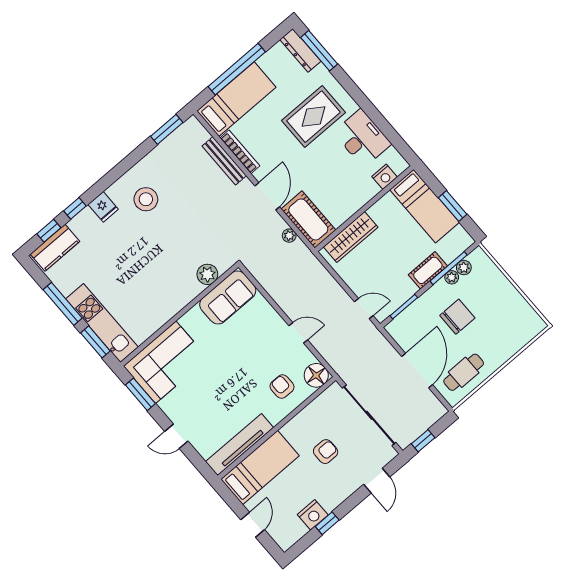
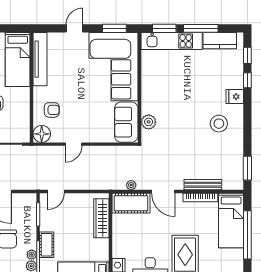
kitchen counter: (55, 248) -> (220, 41), moved, turned -90
corner sofa: (166, 362) -> (114, 67), width x1.36, depth x1.36

